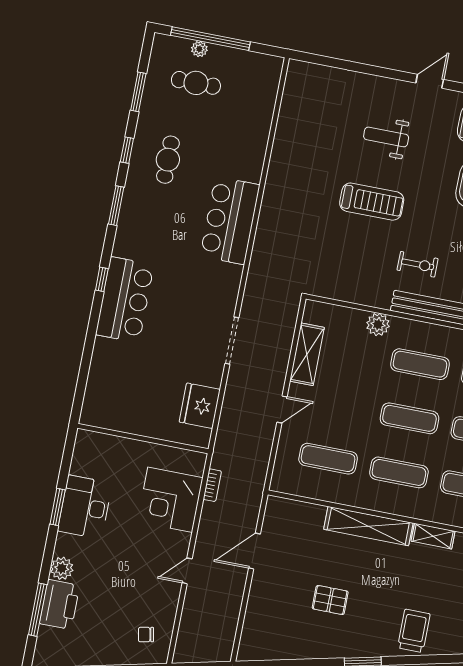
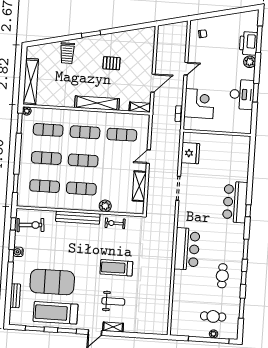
shelving: (393, 87) -> (113, 327), added
exercise bike: (418, 264) -> (115, 223), moved
shelving: (433, 536) -> (140, 107), moved

